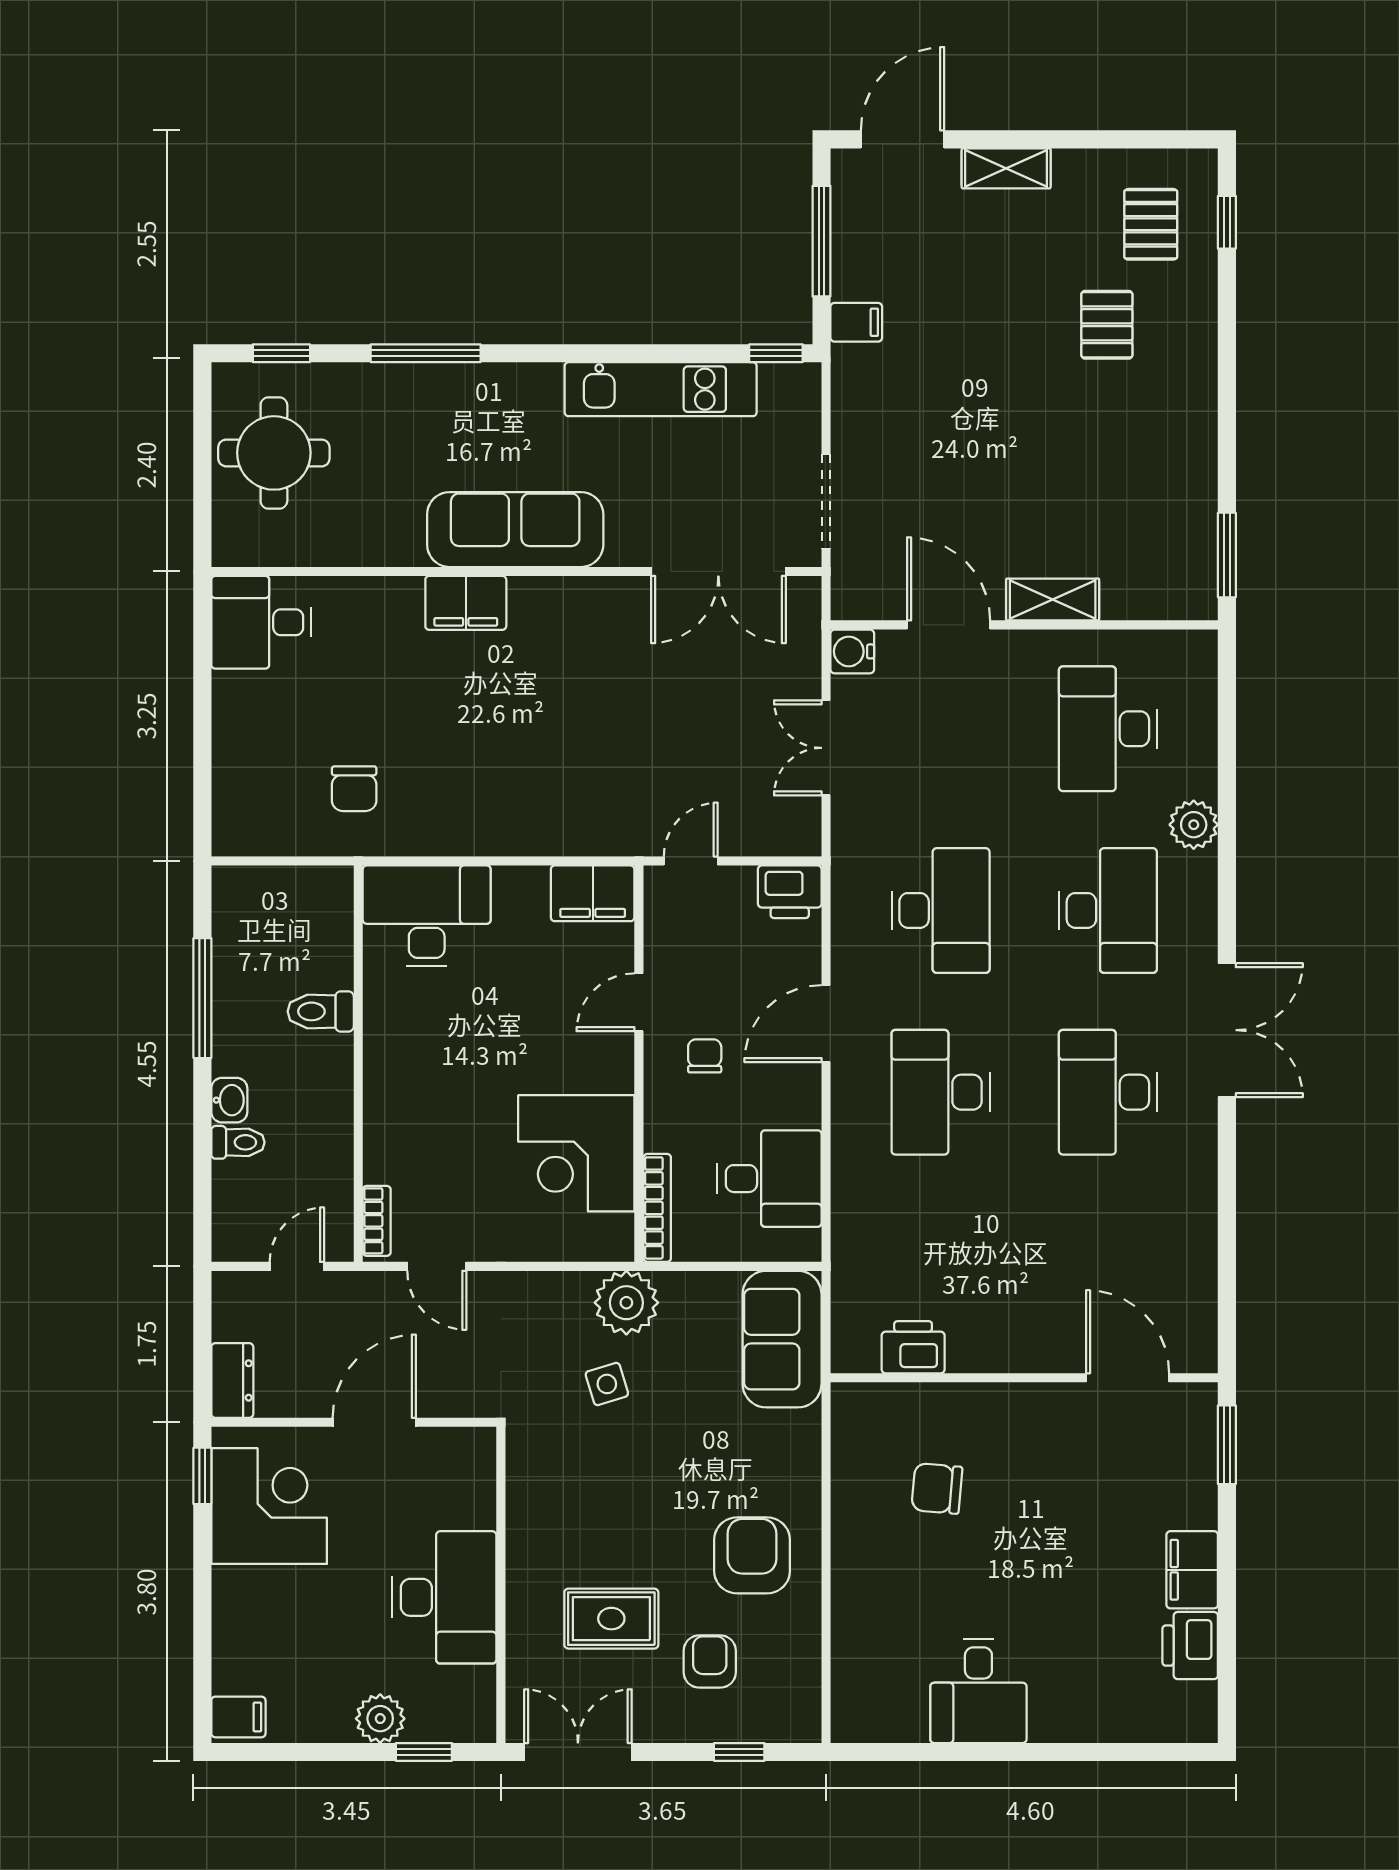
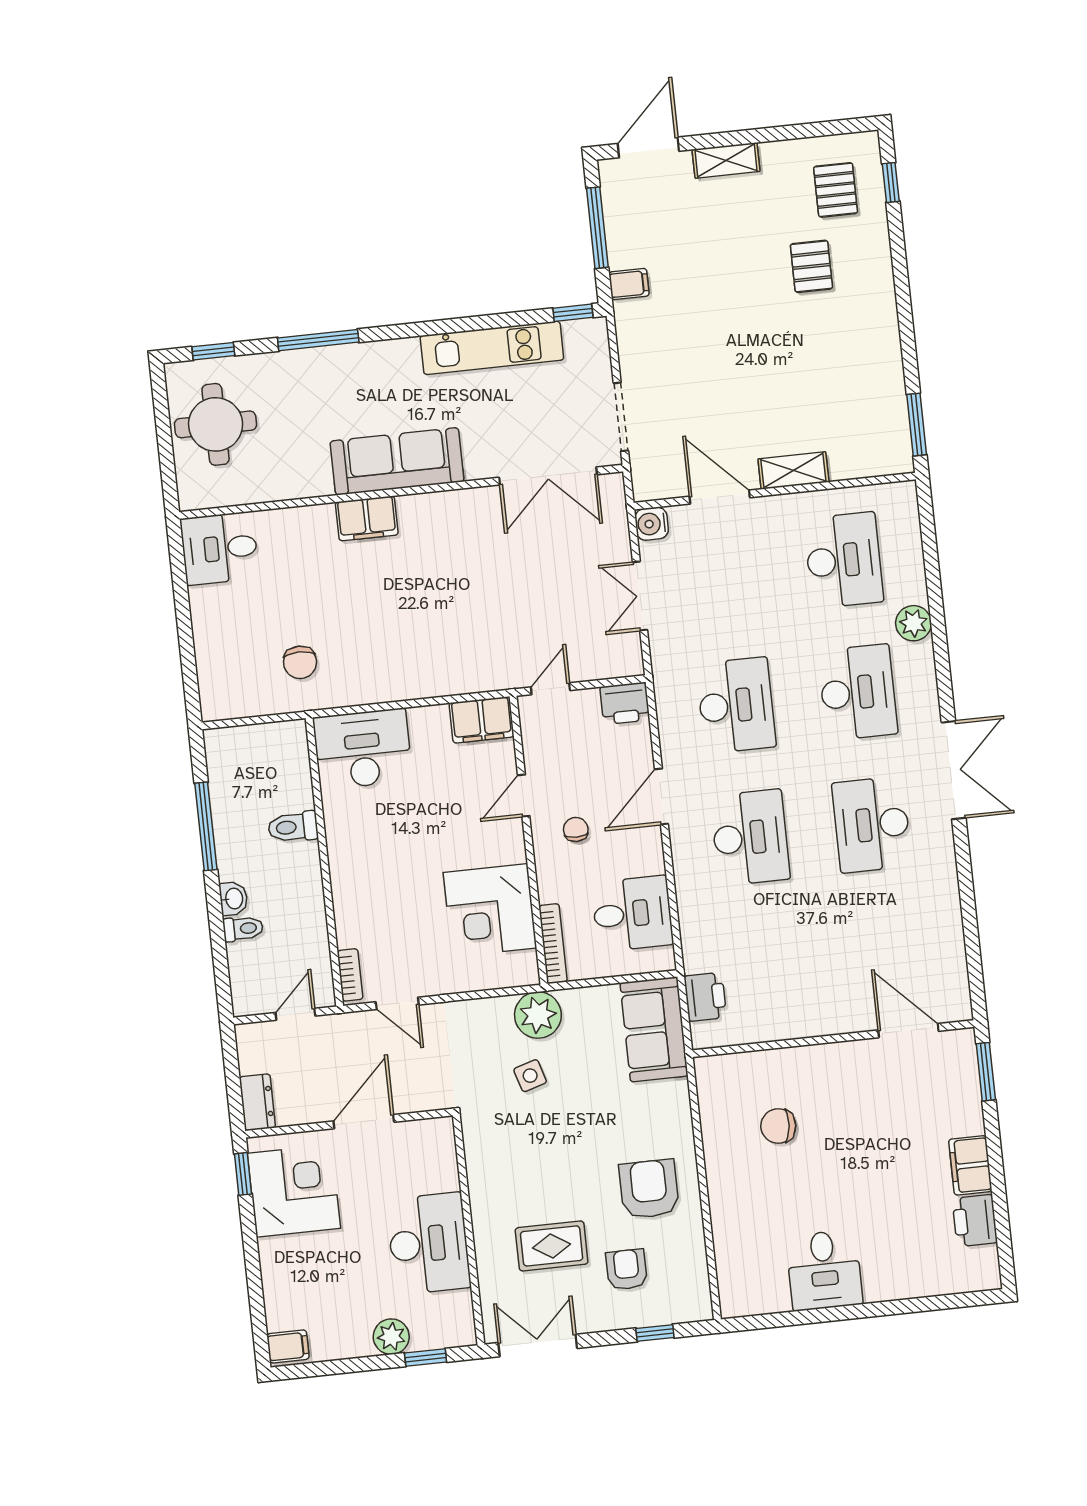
desk: (1108, 729) -> (844, 560), turned 180
desk: (941, 1092) -> (750, 837), turned 180
printer: (913, 1347) -> (705, 997), moved, turned 90

